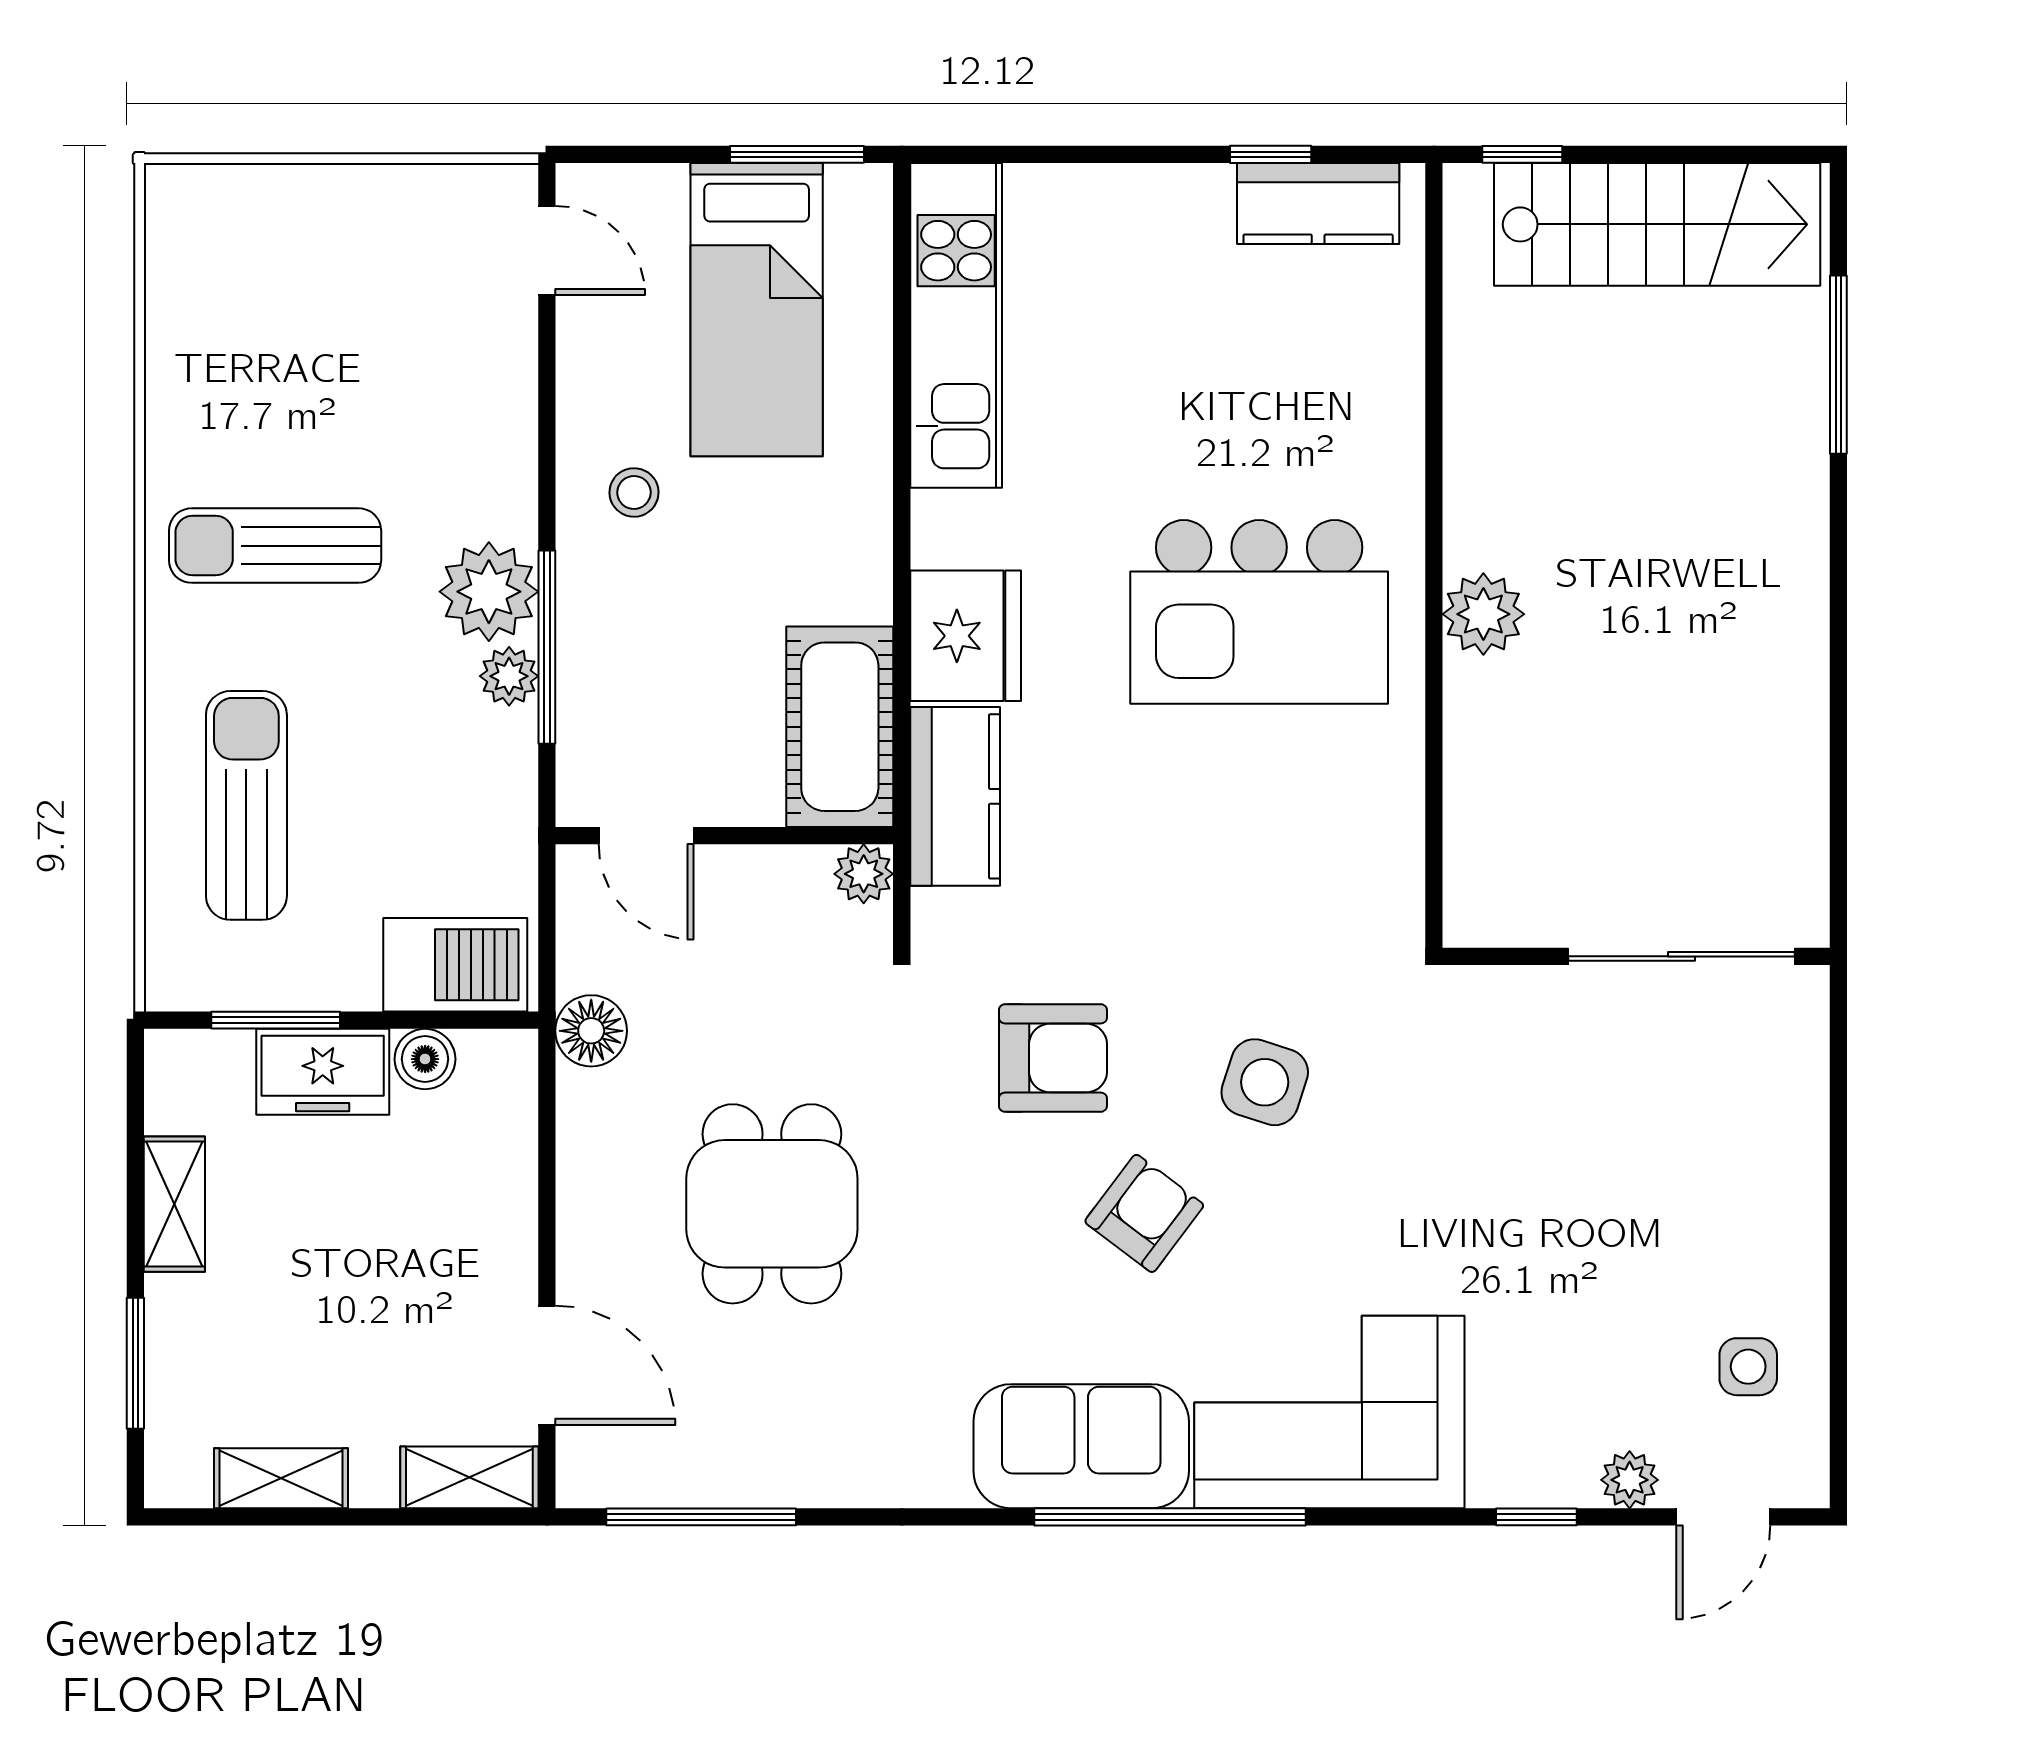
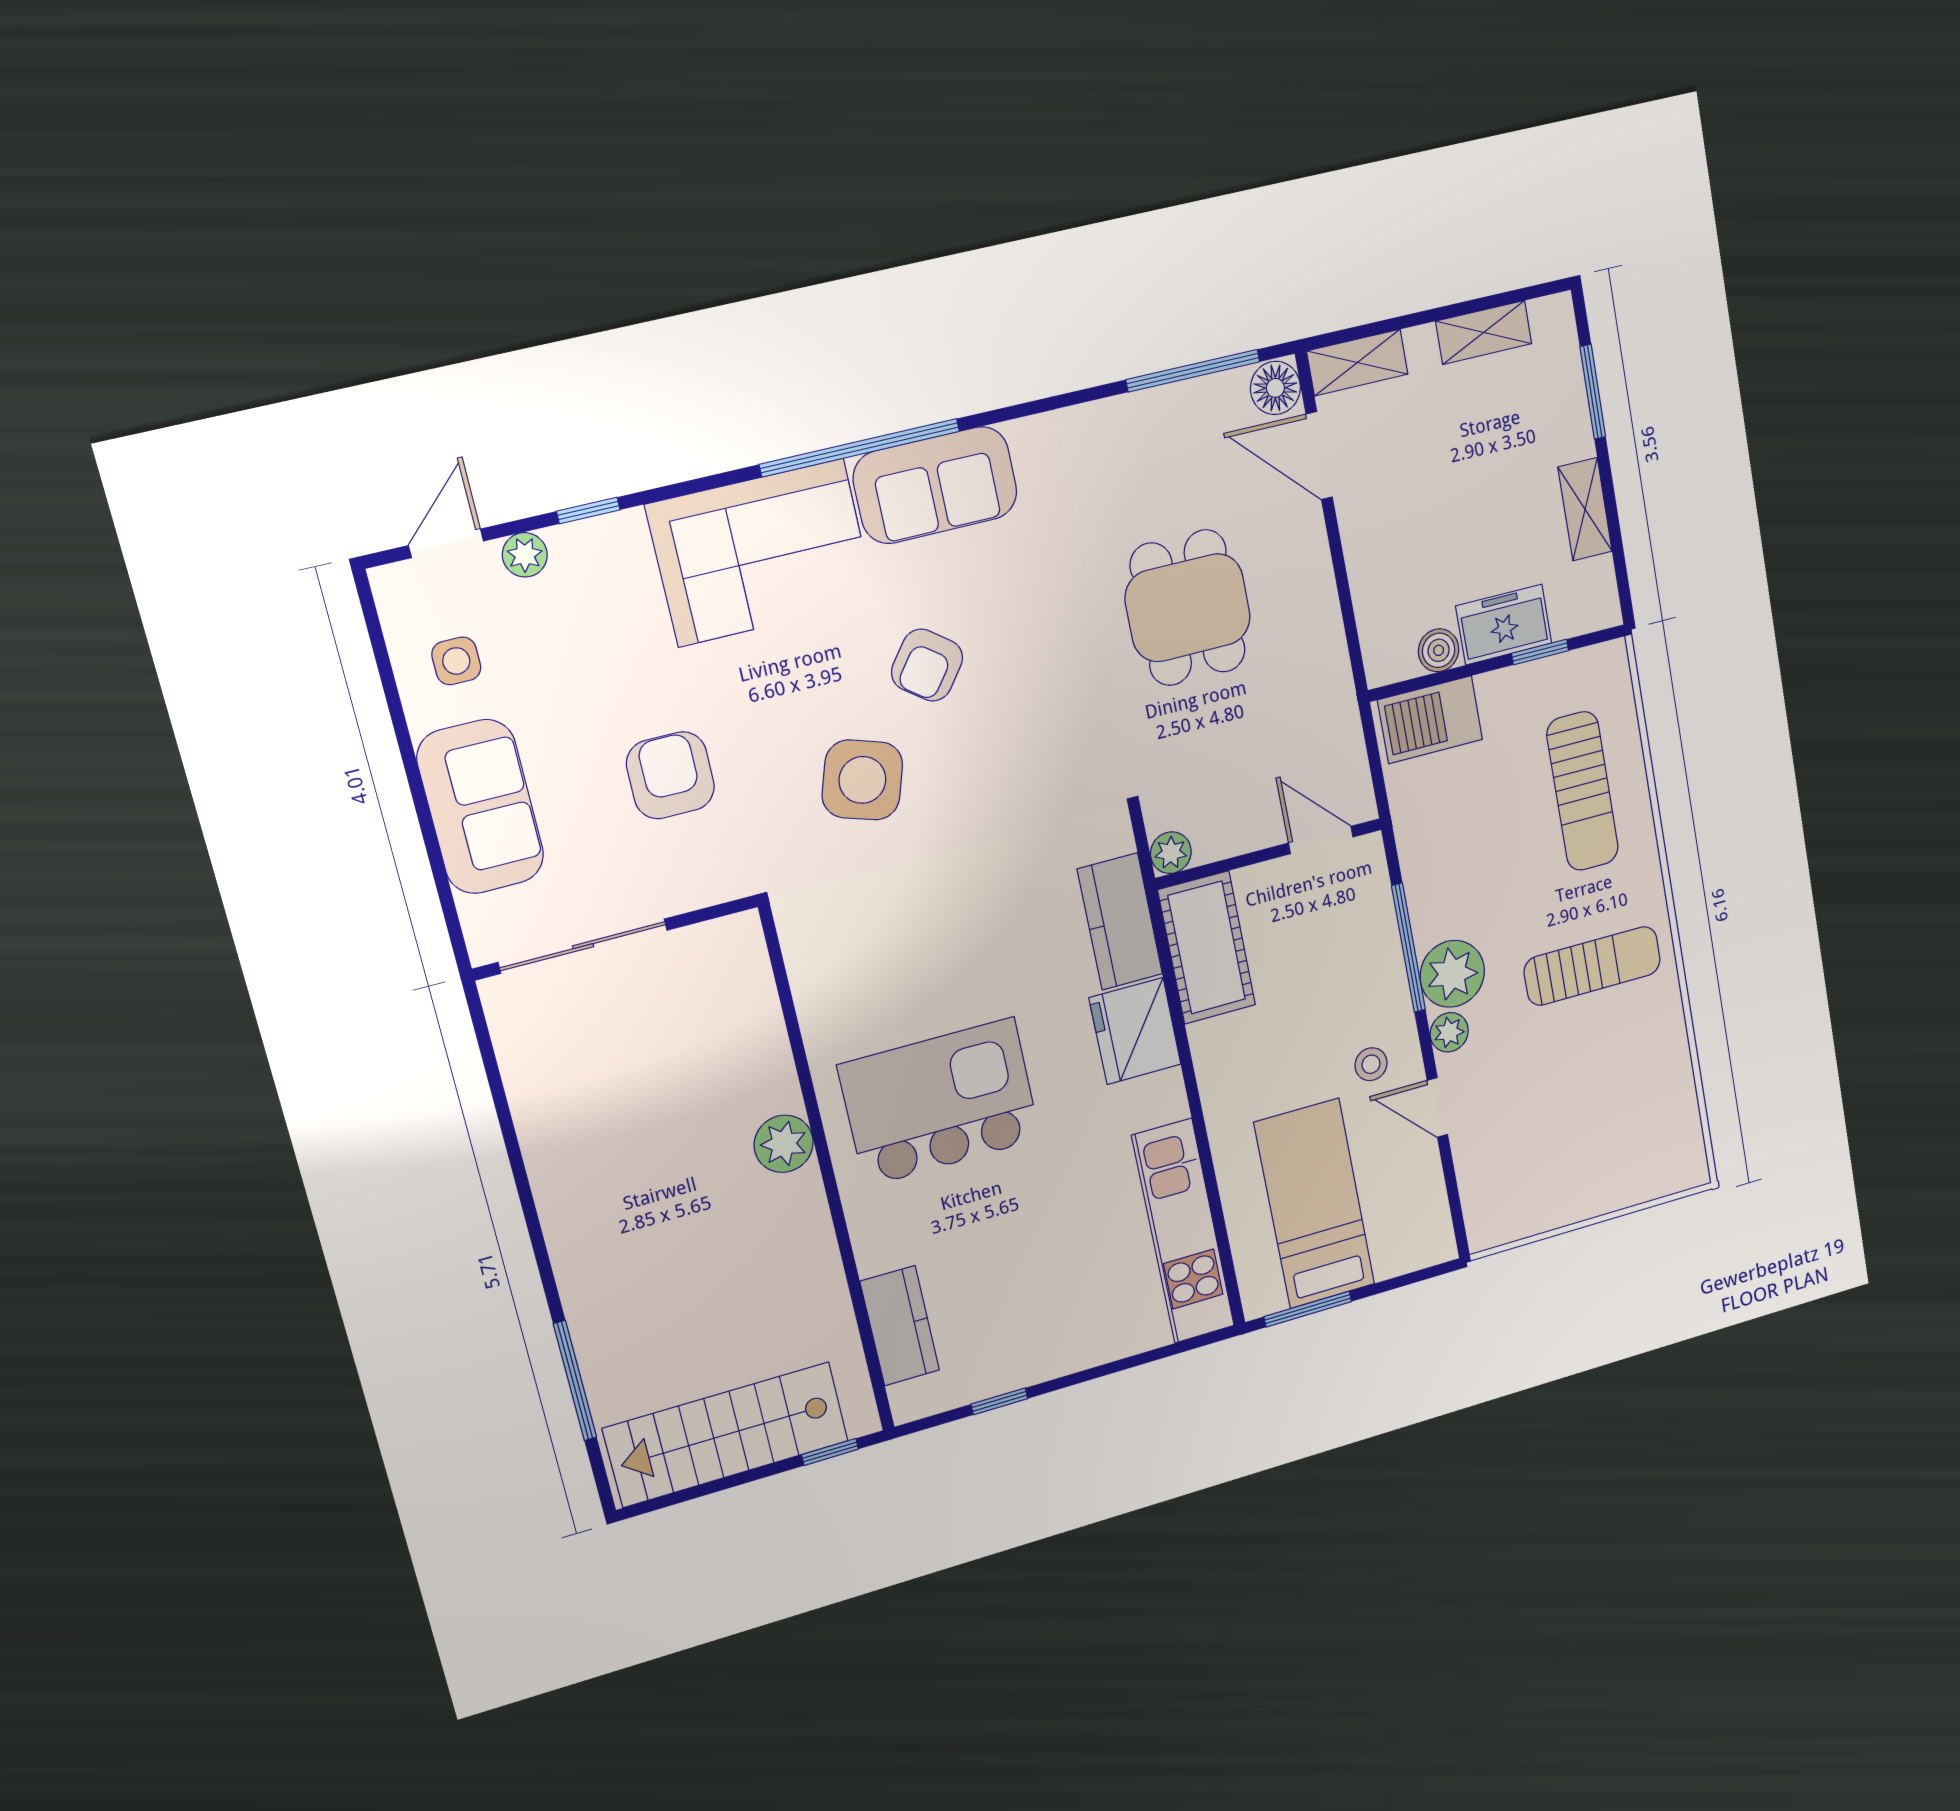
kitchen counter: (1318, 203) -> (900, 1326), moved, turned 90
door: (547, 251) -> (1437, 1107), moved
plant: (509, 676) -> (1449, 1032), moved
window: (276, 1020) -> (1540, 652), width x0.67
floor lamp: (591, 1031) -> (1275, 388), moved
armchair: (1053, 1058) -> (670, 775), moved, turned 90
side table: (1265, 1082) -> (862, 780), width x1.37, depth x1.37
sofa: (1765, 1173) -> (480, 807), added

